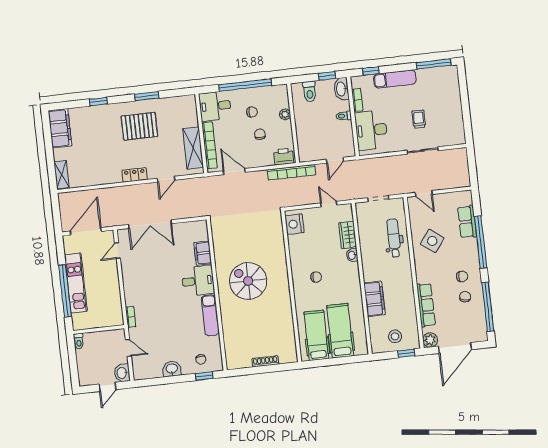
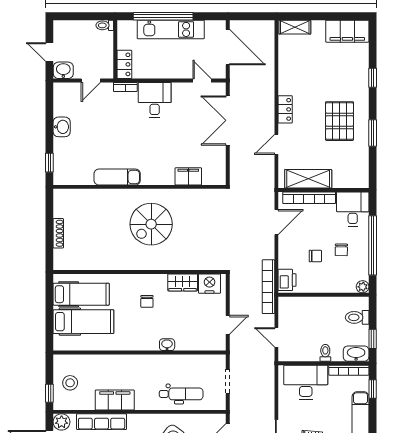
bookcase: (357, 100) -> (349, 370), width x1.56
plant: (285, 114) -> (363, 287), moved
door: (166, 179) -> (276, 144), hinge flipped
wardrobe: (348, 235) -> (183, 282), moved, turned 180
desk: (198, 281) -> (155, 100), moved, turned 180
spiral stairs: (248, 281) -> (151, 224), turned 180
filing cabinet: (375, 299) -> (115, 400), moved, turned 180
locker: (111, 320) -> (124, 64), added
chair: (201, 359) -> (69, 161), removed

